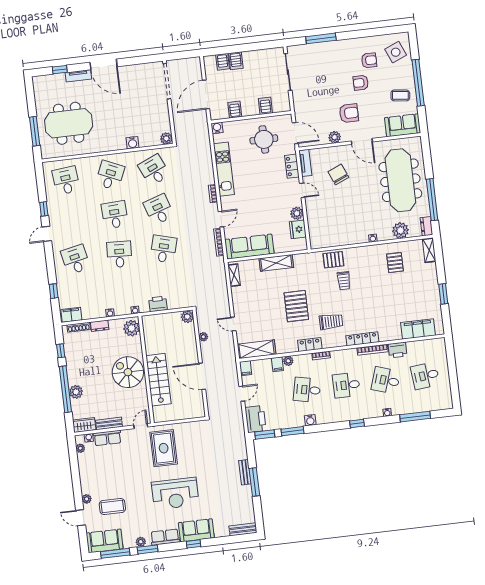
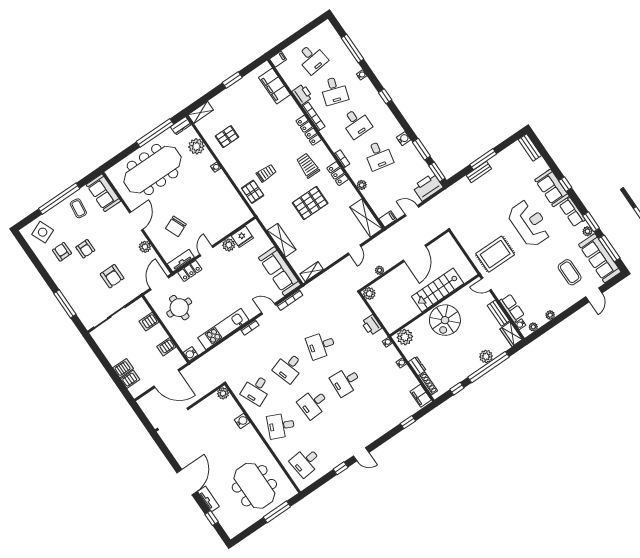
armchair: (349, 113) -> (112, 276), moved, turned 180
desk: (75, 260) -> (370, 417), removed
filing cabinet: (277, 364) -> (278, 59), moved
plant: (87, 499) -> (550, 315), moved
sofa: (105, 541) -> (600, 258), width x1.36

